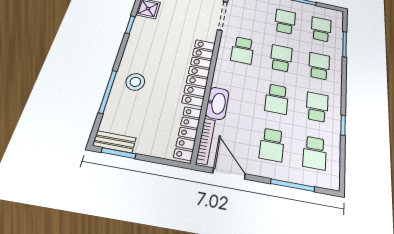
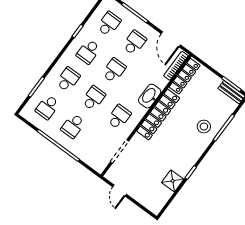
school desk: (281, 58) -> (93, 98), turned 180
school desk: (319, 66) -> (68, 79), turned 180
washbasin: (217, 103) -> (150, 96), moved

